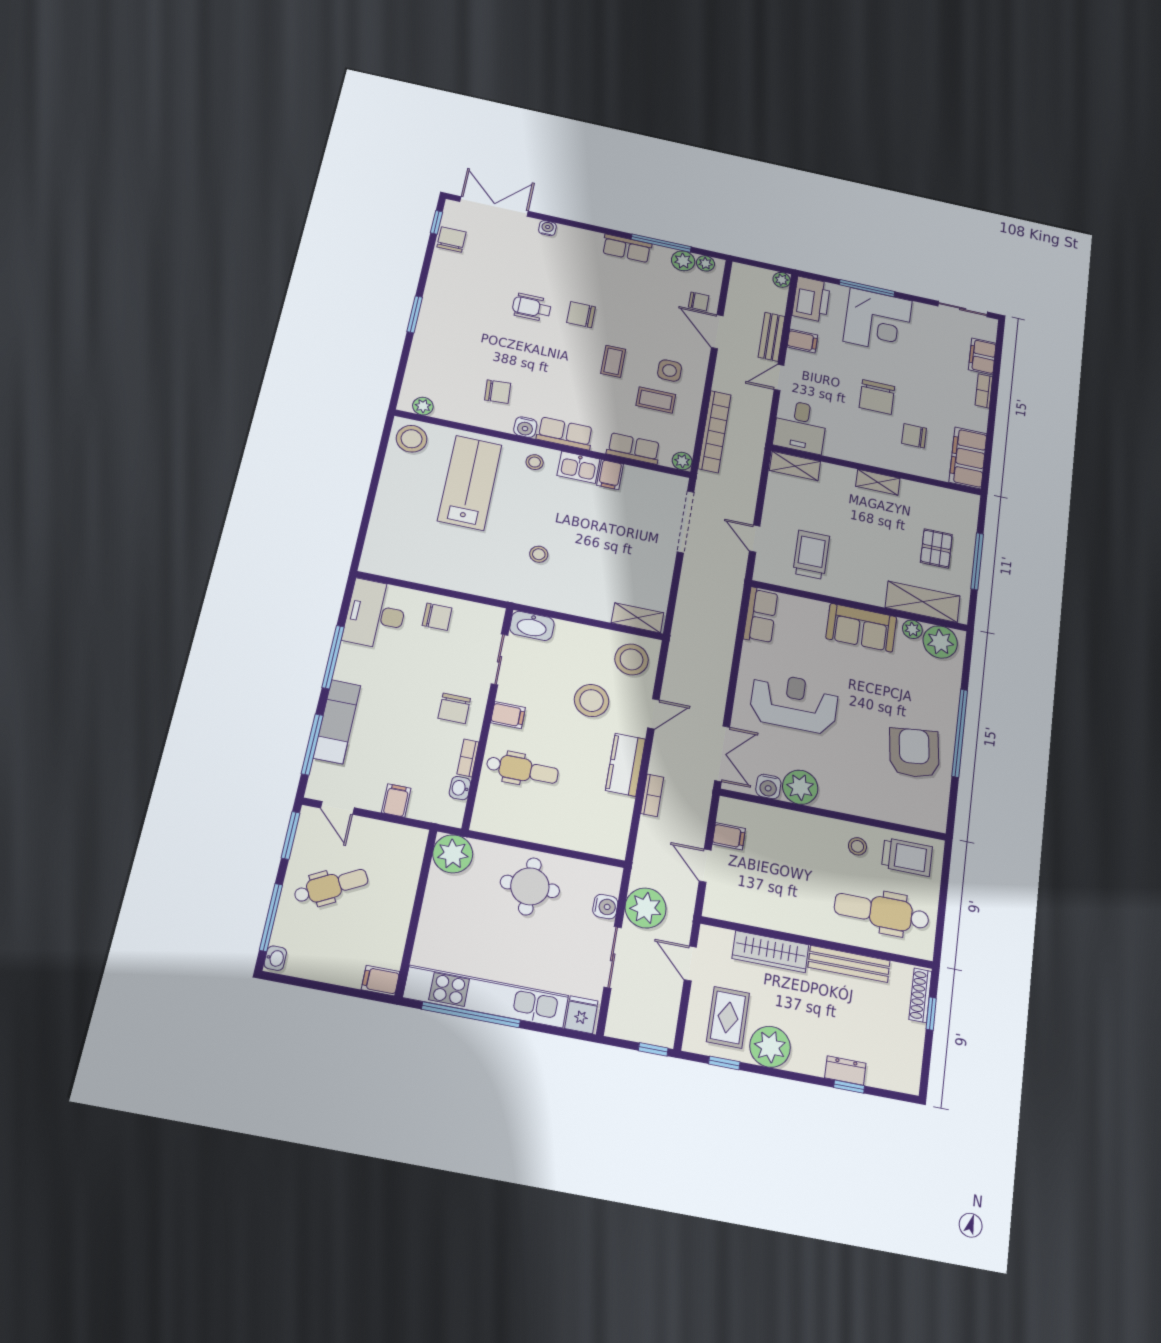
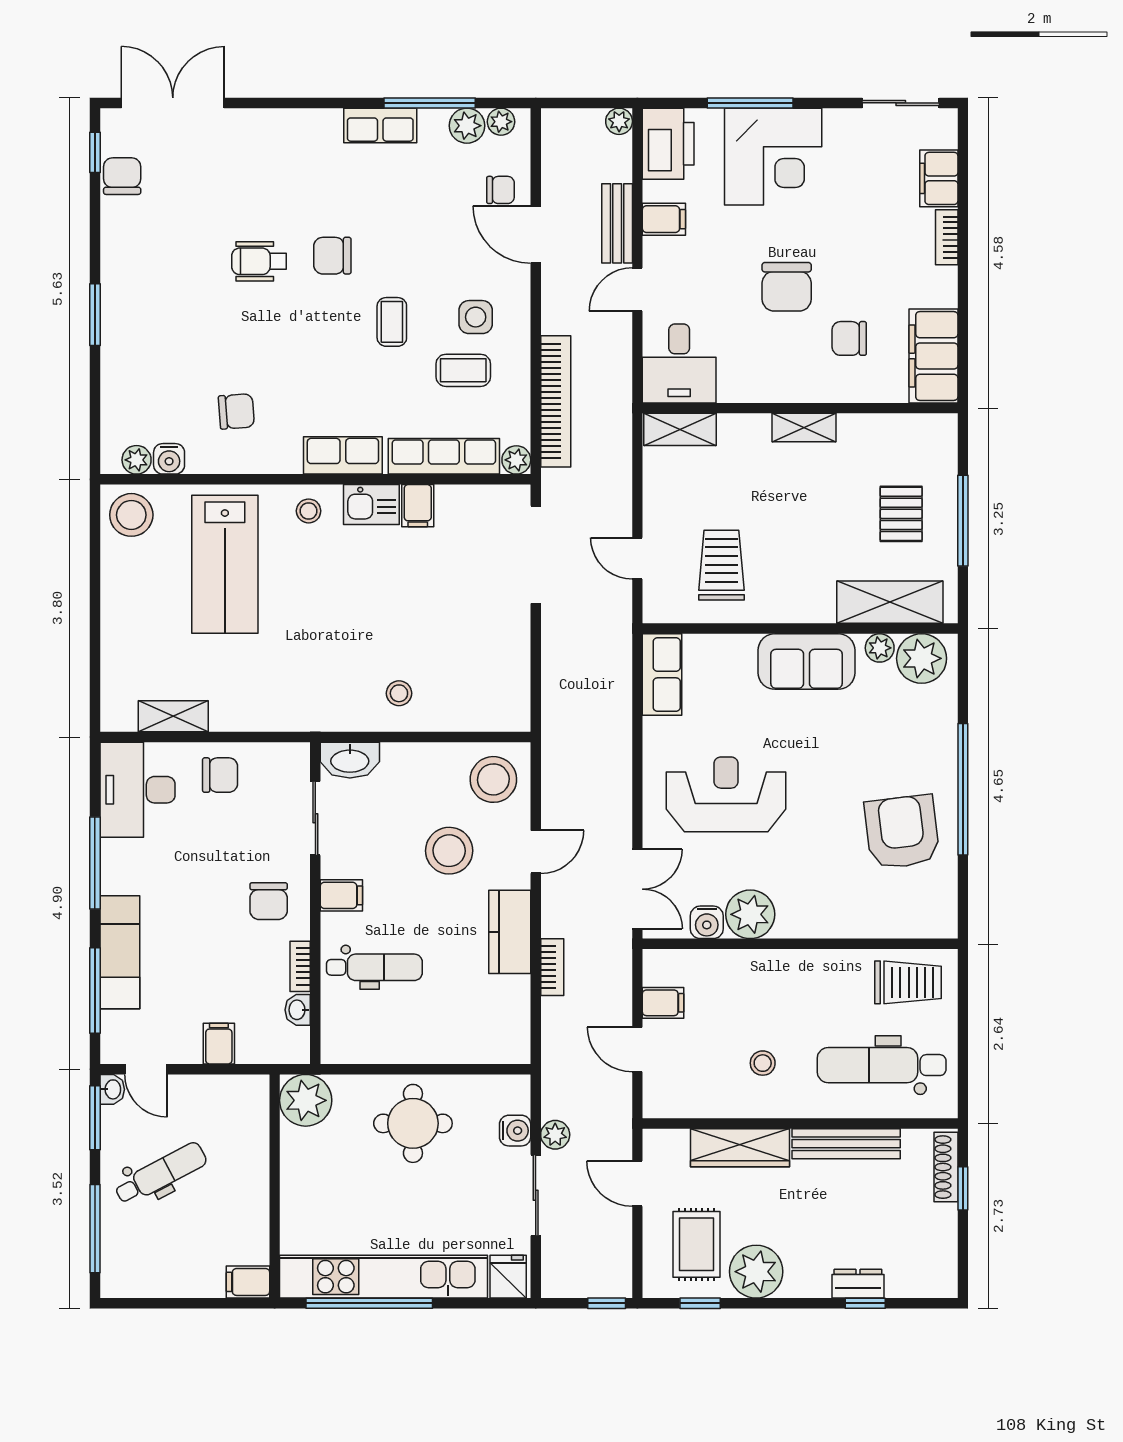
water cooler: (547, 228) -> (258, 120), removed
water cooler: (525, 427) -> (169, 459), moved
row of seats: (633, 448) -> (444, 456), width x1.48
lab bench: (470, 483) -> (225, 564), turned 180
stool: (539, 554) -> (399, 693), moved
shelving: (638, 618) -> (173, 716), moved
stool: (857, 846) -> (763, 1063), moved
plant: (646, 908) -> (555, 1135), width x0.53, depth x0.53
washbasin: (275, 958) -> (112, 1089), moved

